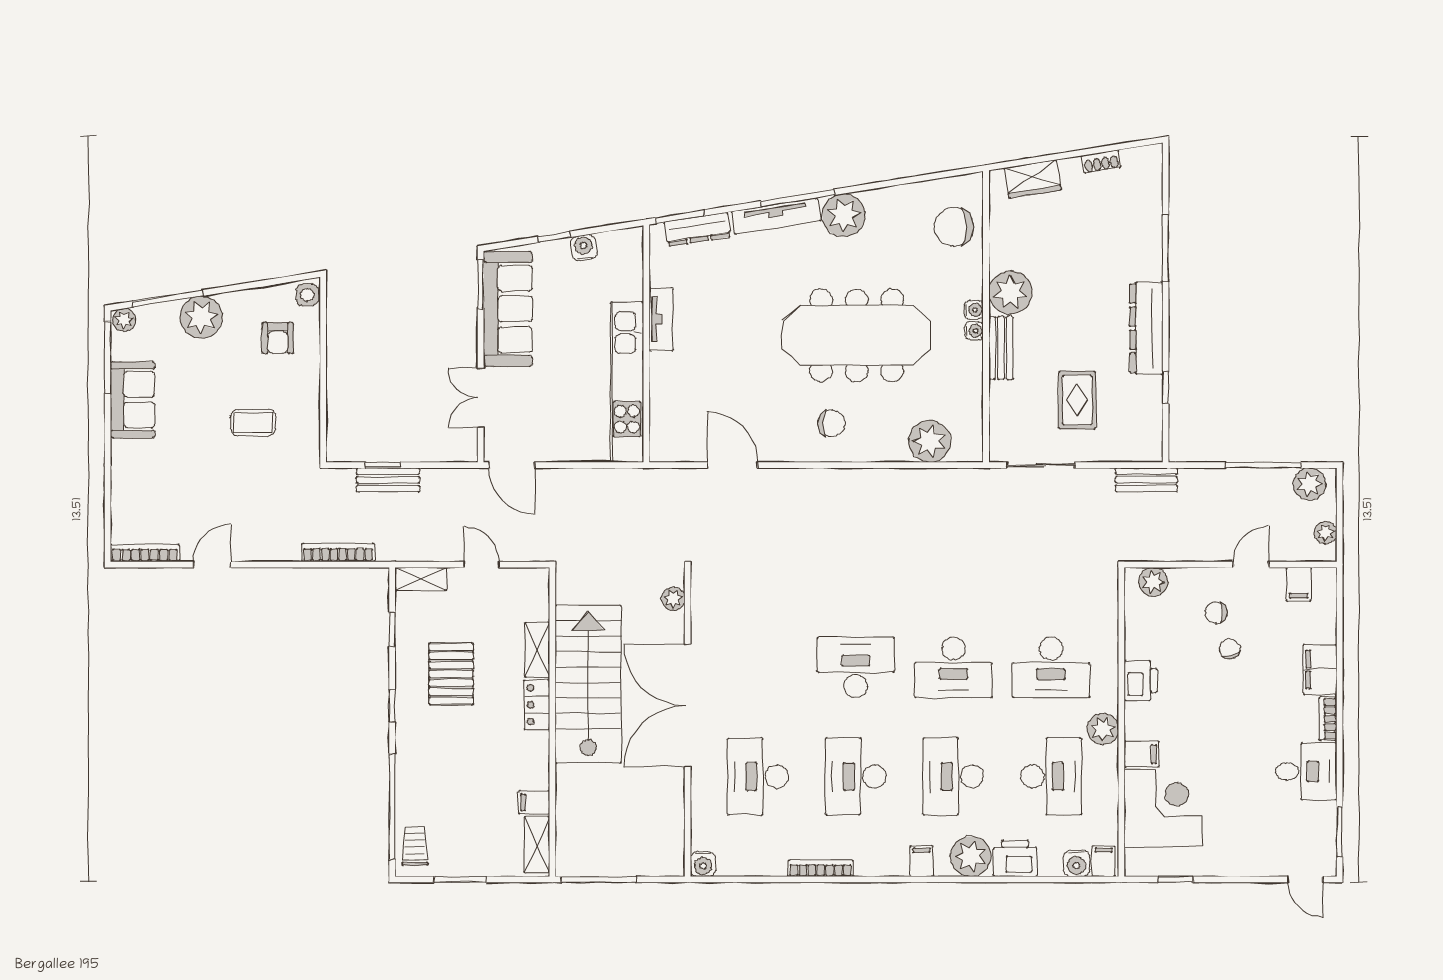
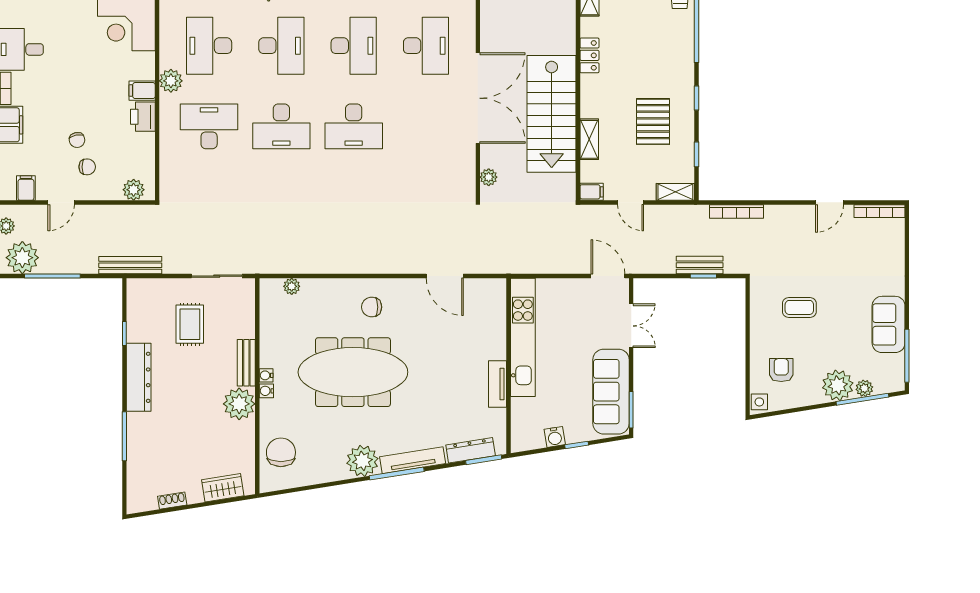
chair: (954, 227) -> (281, 452), turned -90
plant: (124, 320) -> (864, 388), moved
plant: (930, 441) -> (292, 286), width x0.53, depth x0.53
bench: (1146, 480) -> (130, 265), width x1.36
plant: (1309, 484) -> (22, 258), width x1.36, depth x1.36
desk: (953, 667) -> (281, 126), turned 180
locker: (537, 705) -> (589, 55), moved
filing cabinet: (1142, 754) -> (142, 91), moved
filing cabinet: (534, 802) -> (592, 192), moved

